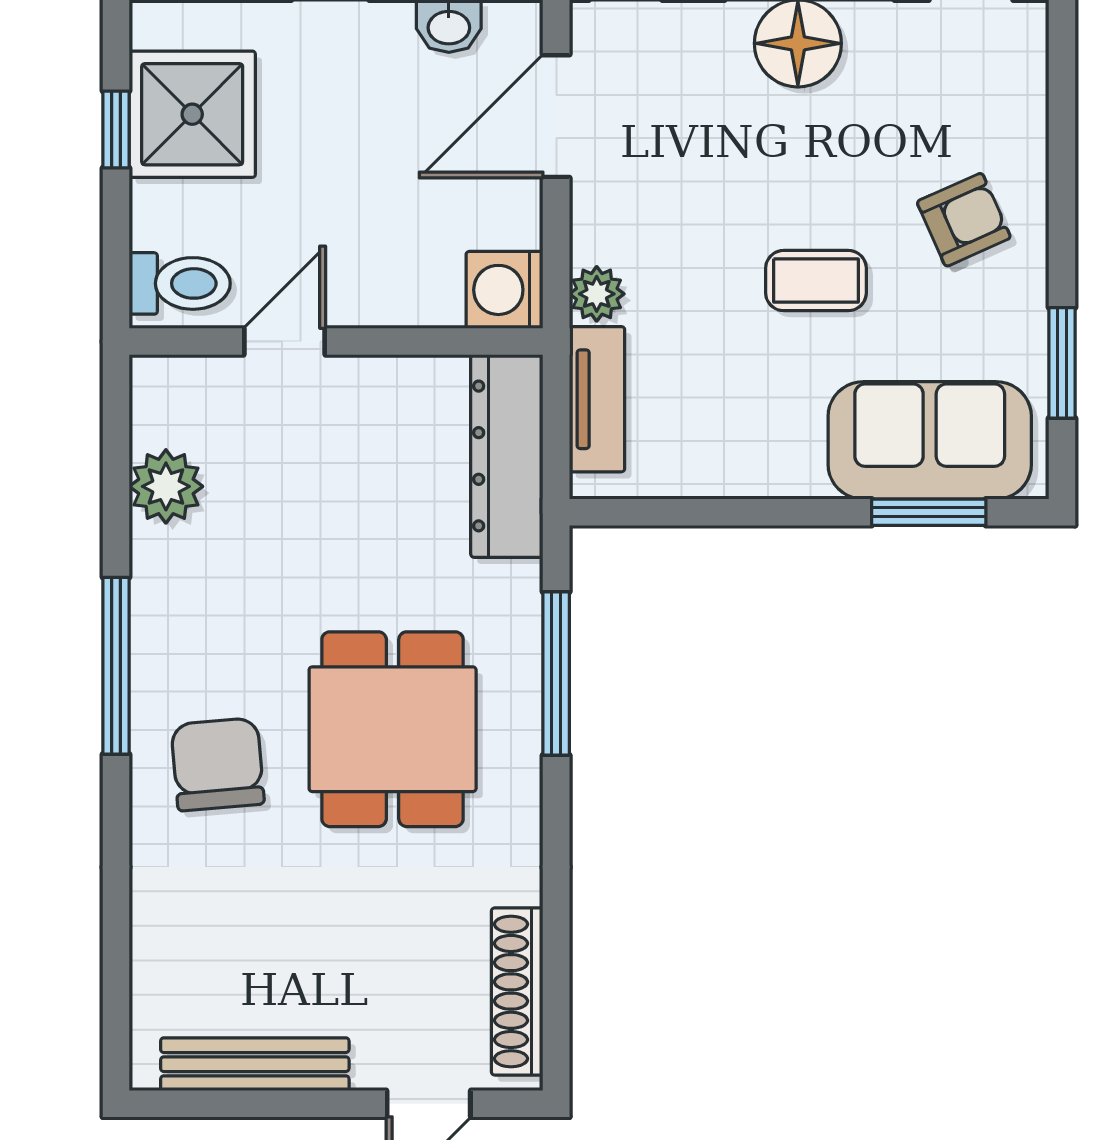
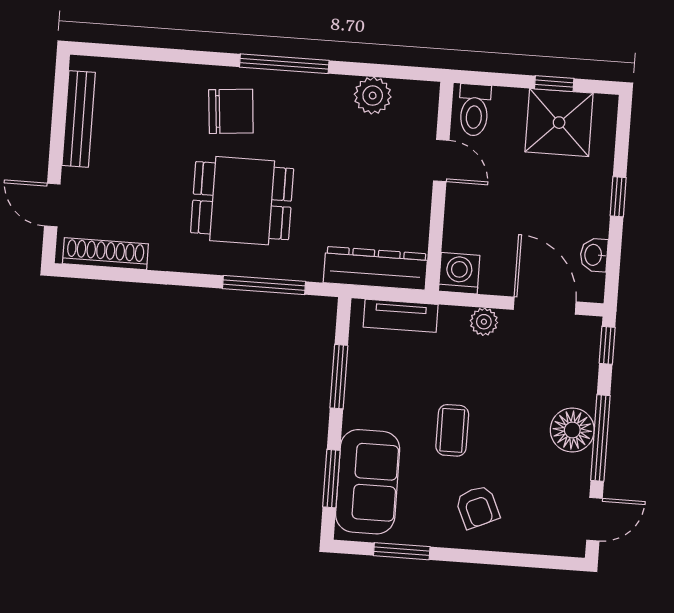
plant: (597, 294) -> (484, 322), moved
window: (726, 512) -> (339, 377), added

